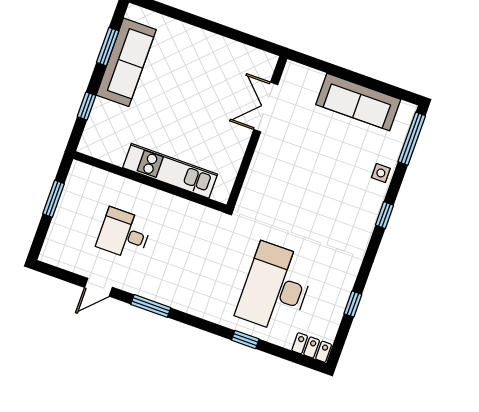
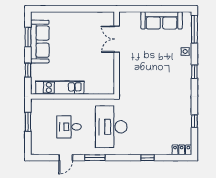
kitchen unit: (170, 171) -> (60, 88), moved
desk: (276, 288) -> (111, 127), moved

